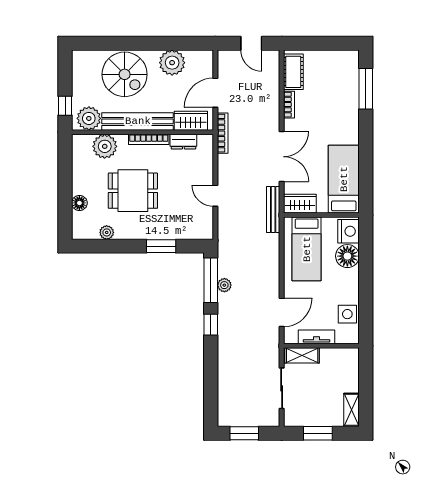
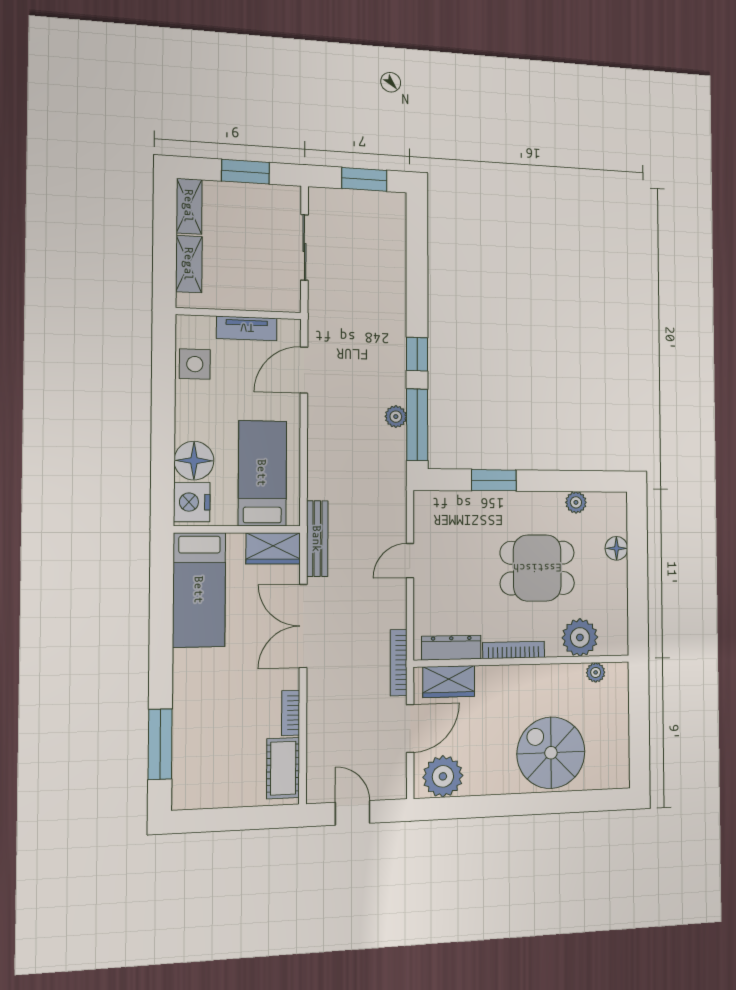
plant: (172, 63) -> (443, 776), moved
window: (65, 106) -> (639, 700), removed
plant: (89, 118) -> (596, 672), width x0.53, depth x0.53
bench: (138, 121) -> (531, 678), removed
dresser: (183, 142) -> (451, 648), width x1.44
door: (215, 196) -> (410, 561), swing flipped
shelving: (302, 355) -> (189, 264), moved, turned 90

